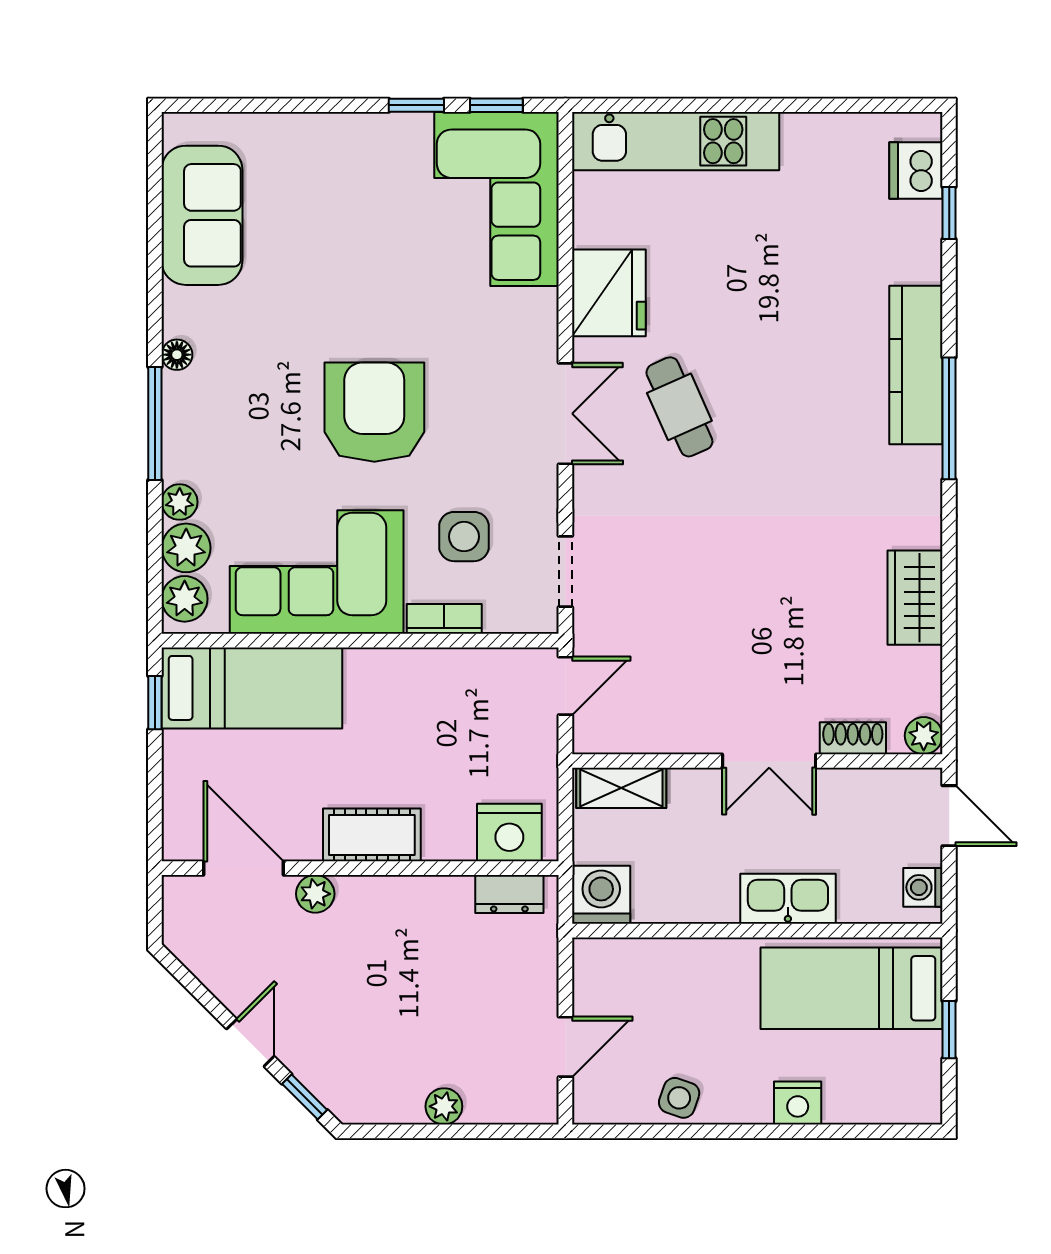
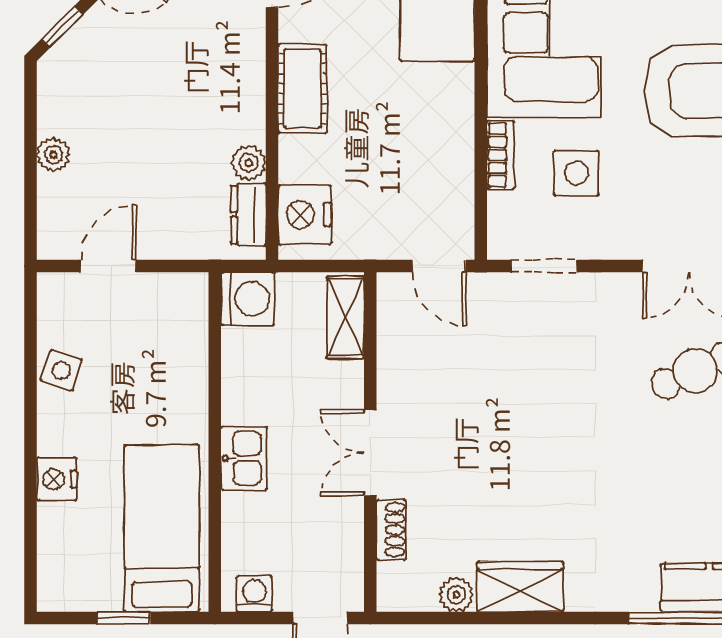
plant: (924, 736) -> (456, 595), moved
plant: (315, 894) -> (248, 163), moved
kitchen sink: (788, 899) -> (244, 458), width x0.73
door: (565, 1047) -> (108, 266), swing flipped

